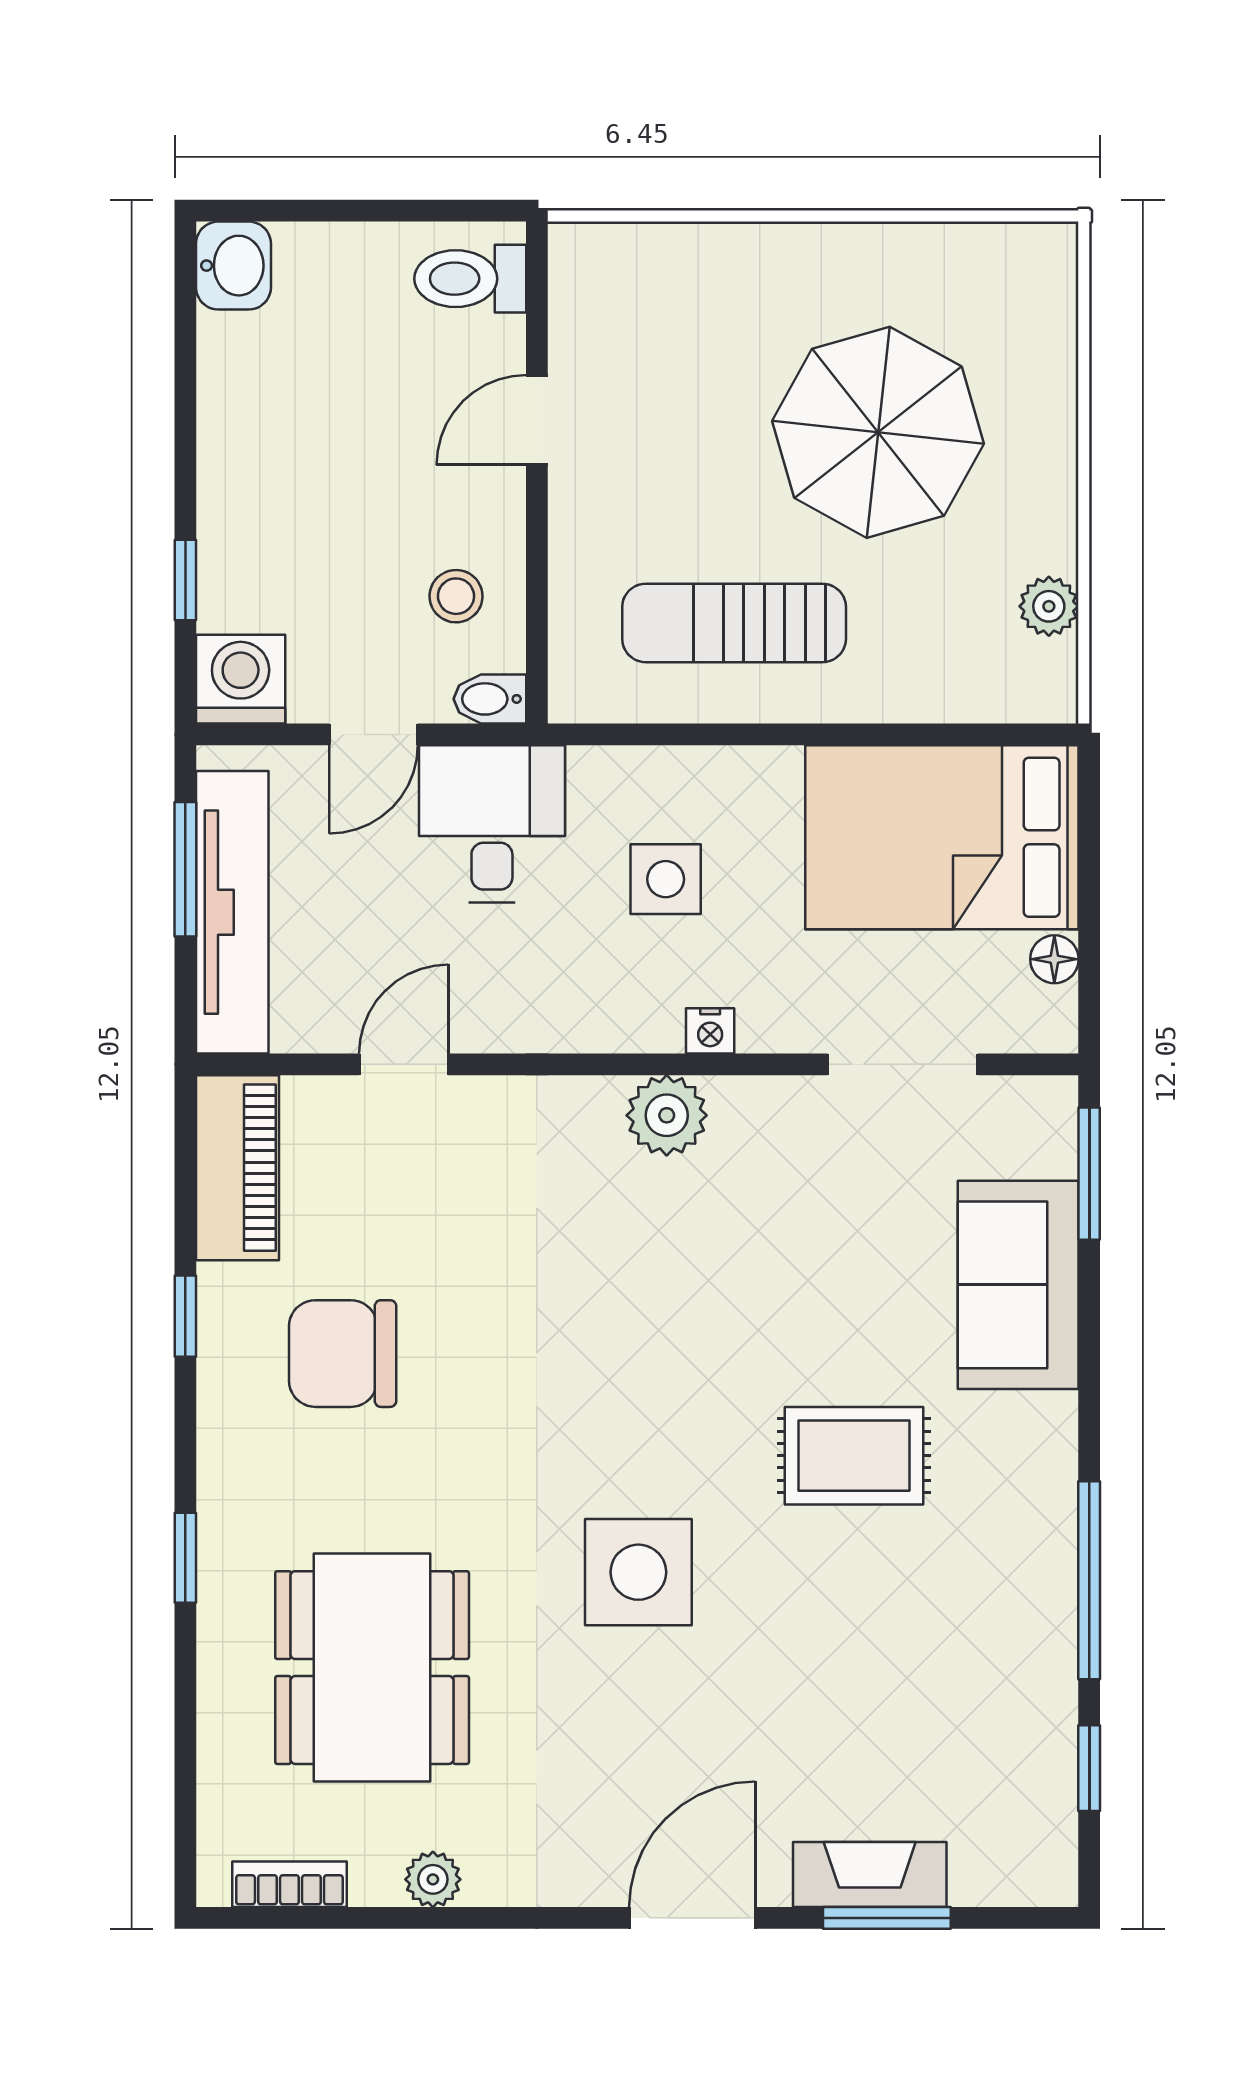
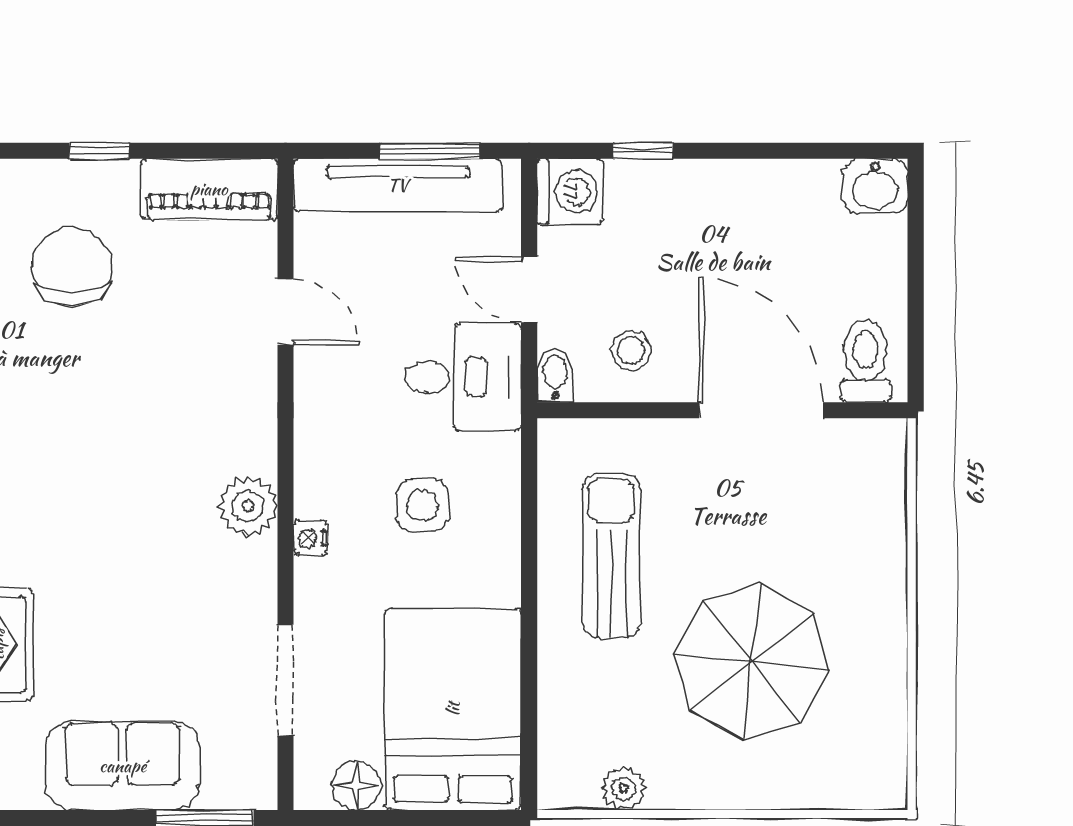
door: (537, 420) -> (761, 410), width x1.87
floor lamp: (1054, 959) -> (356, 786), width x1.37, depth x1.37

